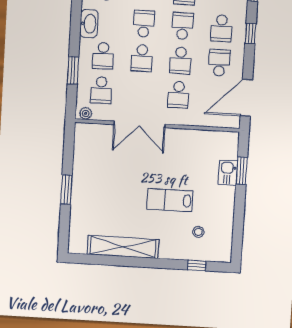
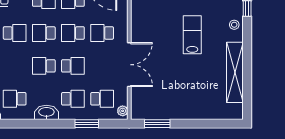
school desk: (181, 60) -> (73, 33), turned 180
school desk: (178, 95) -> (102, 33), turned 180
window: (66, 189) -> (157, 124), moved
lab bench: (170, 200) -> (192, 35), turned 180
stool: (198, 232) -> (234, 25), moved

